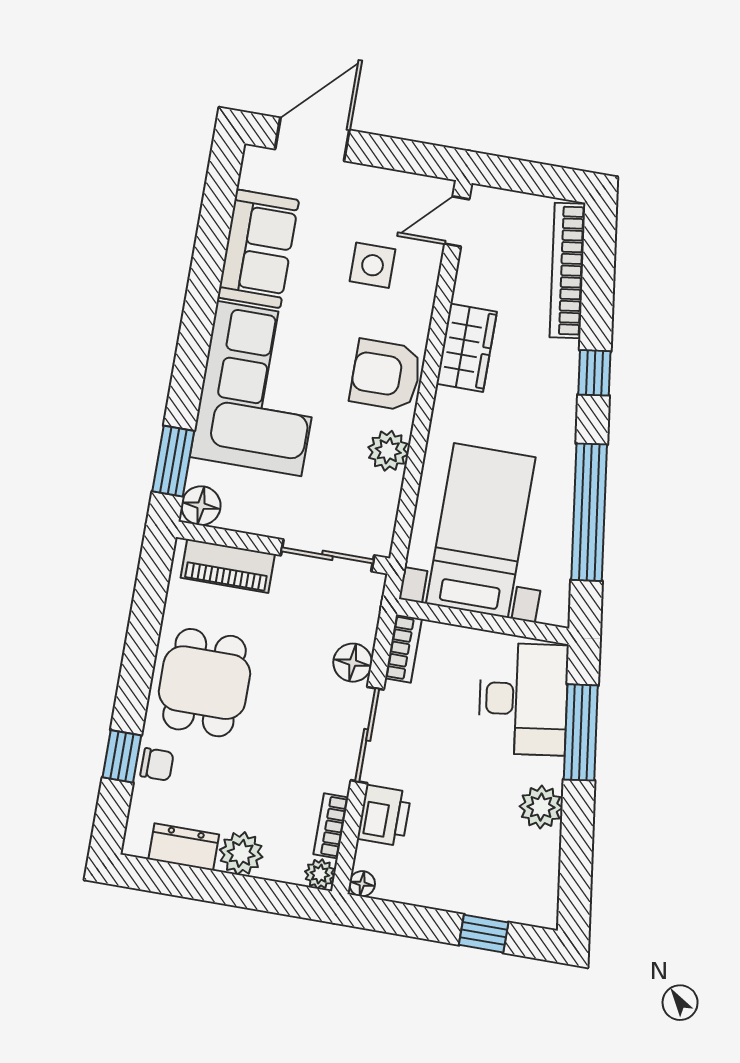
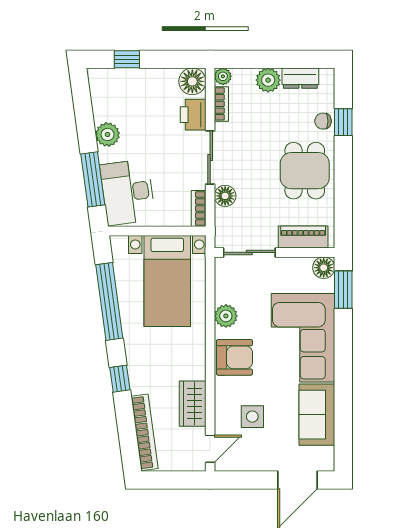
wardrobe: (467, 348) -> (193, 404), moved
floor lamp: (362, 884) -> (192, 81), width x1.89, depth x1.89

